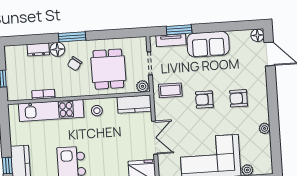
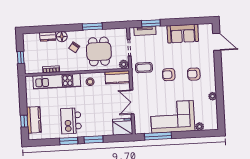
floor lamp: (257, 35) -> (208, 28), removed
window: (72, 37) -> (92, 27), moved
sofa: (208, 44) -> (183, 34), moved
double door: (155, 138) -> (132, 102), swing flipped

